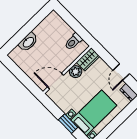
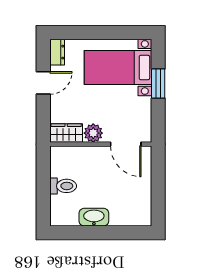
washbasin: (28, 42) -> (94, 217), moved
toilet: (73, 42) -> (63, 186), moved

